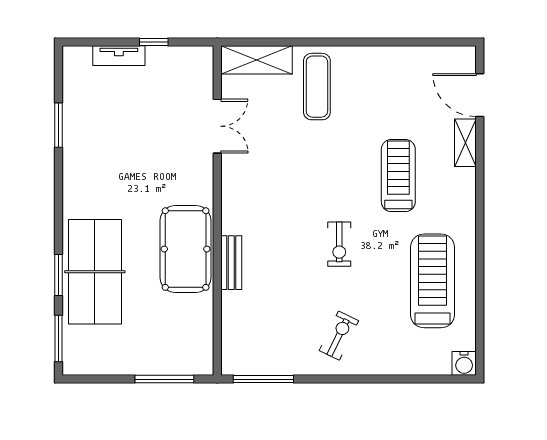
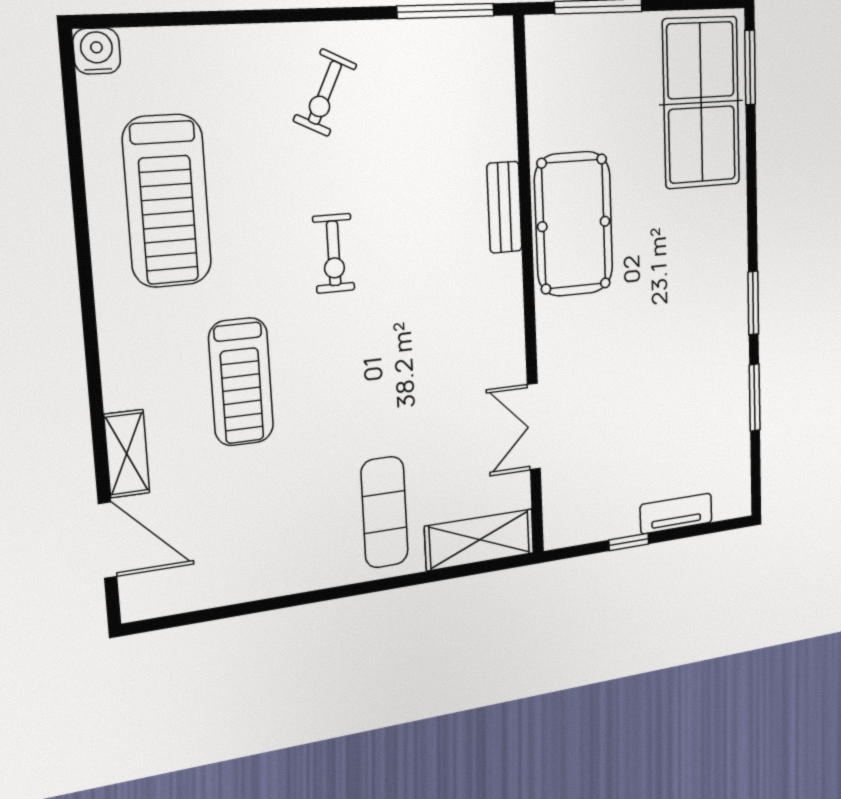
exercise bike: (339, 244) -> (334, 253), turned 180
table tennis table: (95, 272) -> (701, 103), moved
window: (58, 275) -> (753, 303), moved

